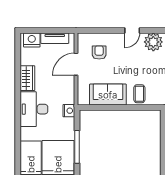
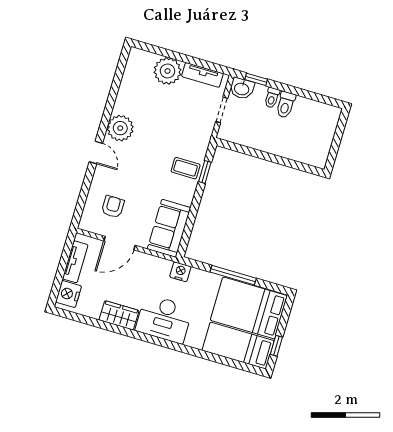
armchair: (99, 53) -> (113, 207), turned 90
door: (76, 64) -> (120, 243), hinge flipped
sofa: (108, 95) -> (169, 228), moved
window: (141, 107) -> (205, 172), added

